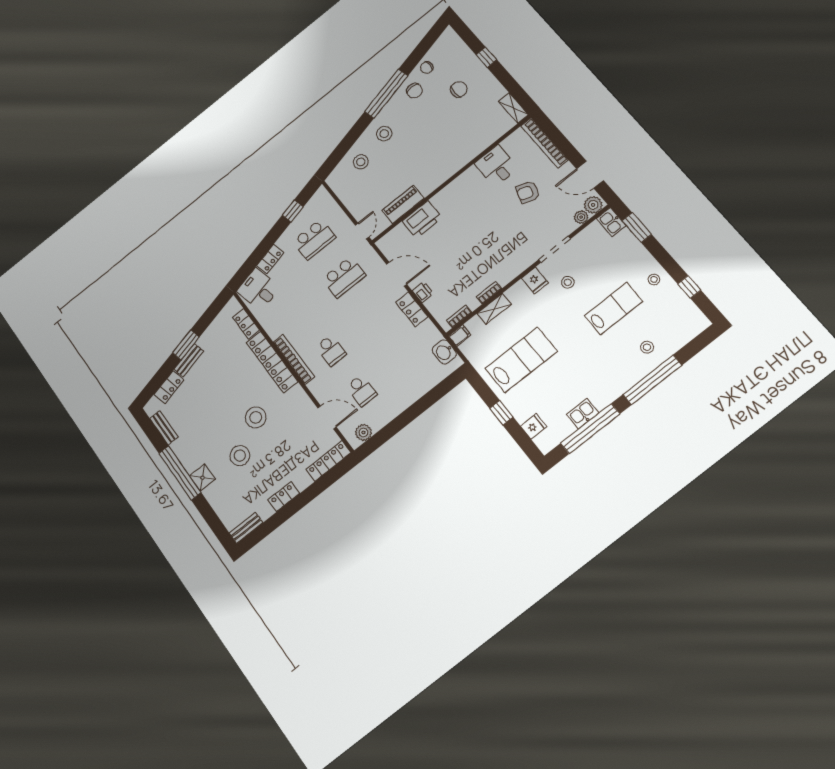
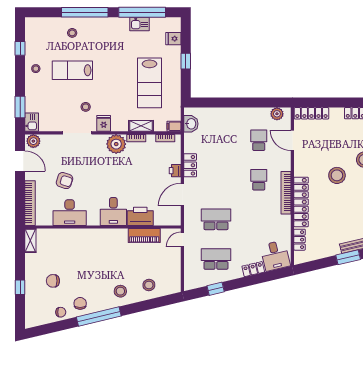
desk: (496, 166) -> (70, 213), width x1.37
desk: (453, 202) -> (113, 211), added
plant: (581, 217) -> (116, 144), moved, width x1.87, depth x1.87
door: (397, 274) -> (182, 195), hinge flipped
lab bench: (521, 360) -> (149, 83), turned -90

